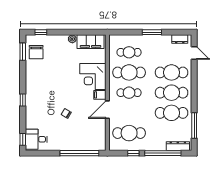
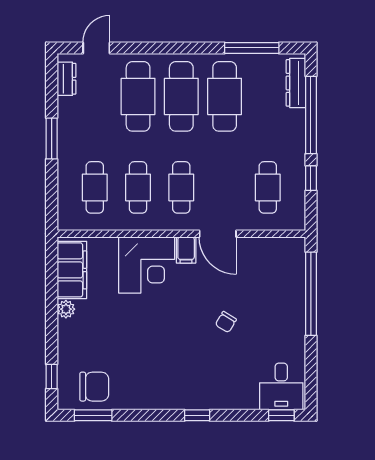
cafe table: (129, 72) -> (138, 187), width x0.73, depth x0.74
cafe table: (129, 133) -> (268, 187), width x0.73, depth x0.74

